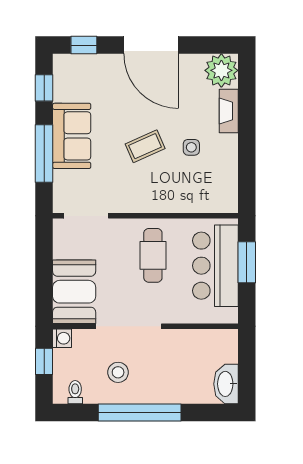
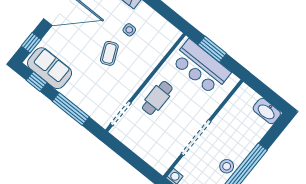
sofa: (72, 136) -> (50, 68), moved
cafe table: (153, 255) -> (157, 98), moved, turned 90
booth: (74, 292) -> (155, 151), removed
stool: (118, 372) -> (227, 166), moved

